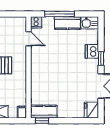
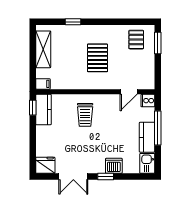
trolley: (48, 76) -> (85, 115), added

